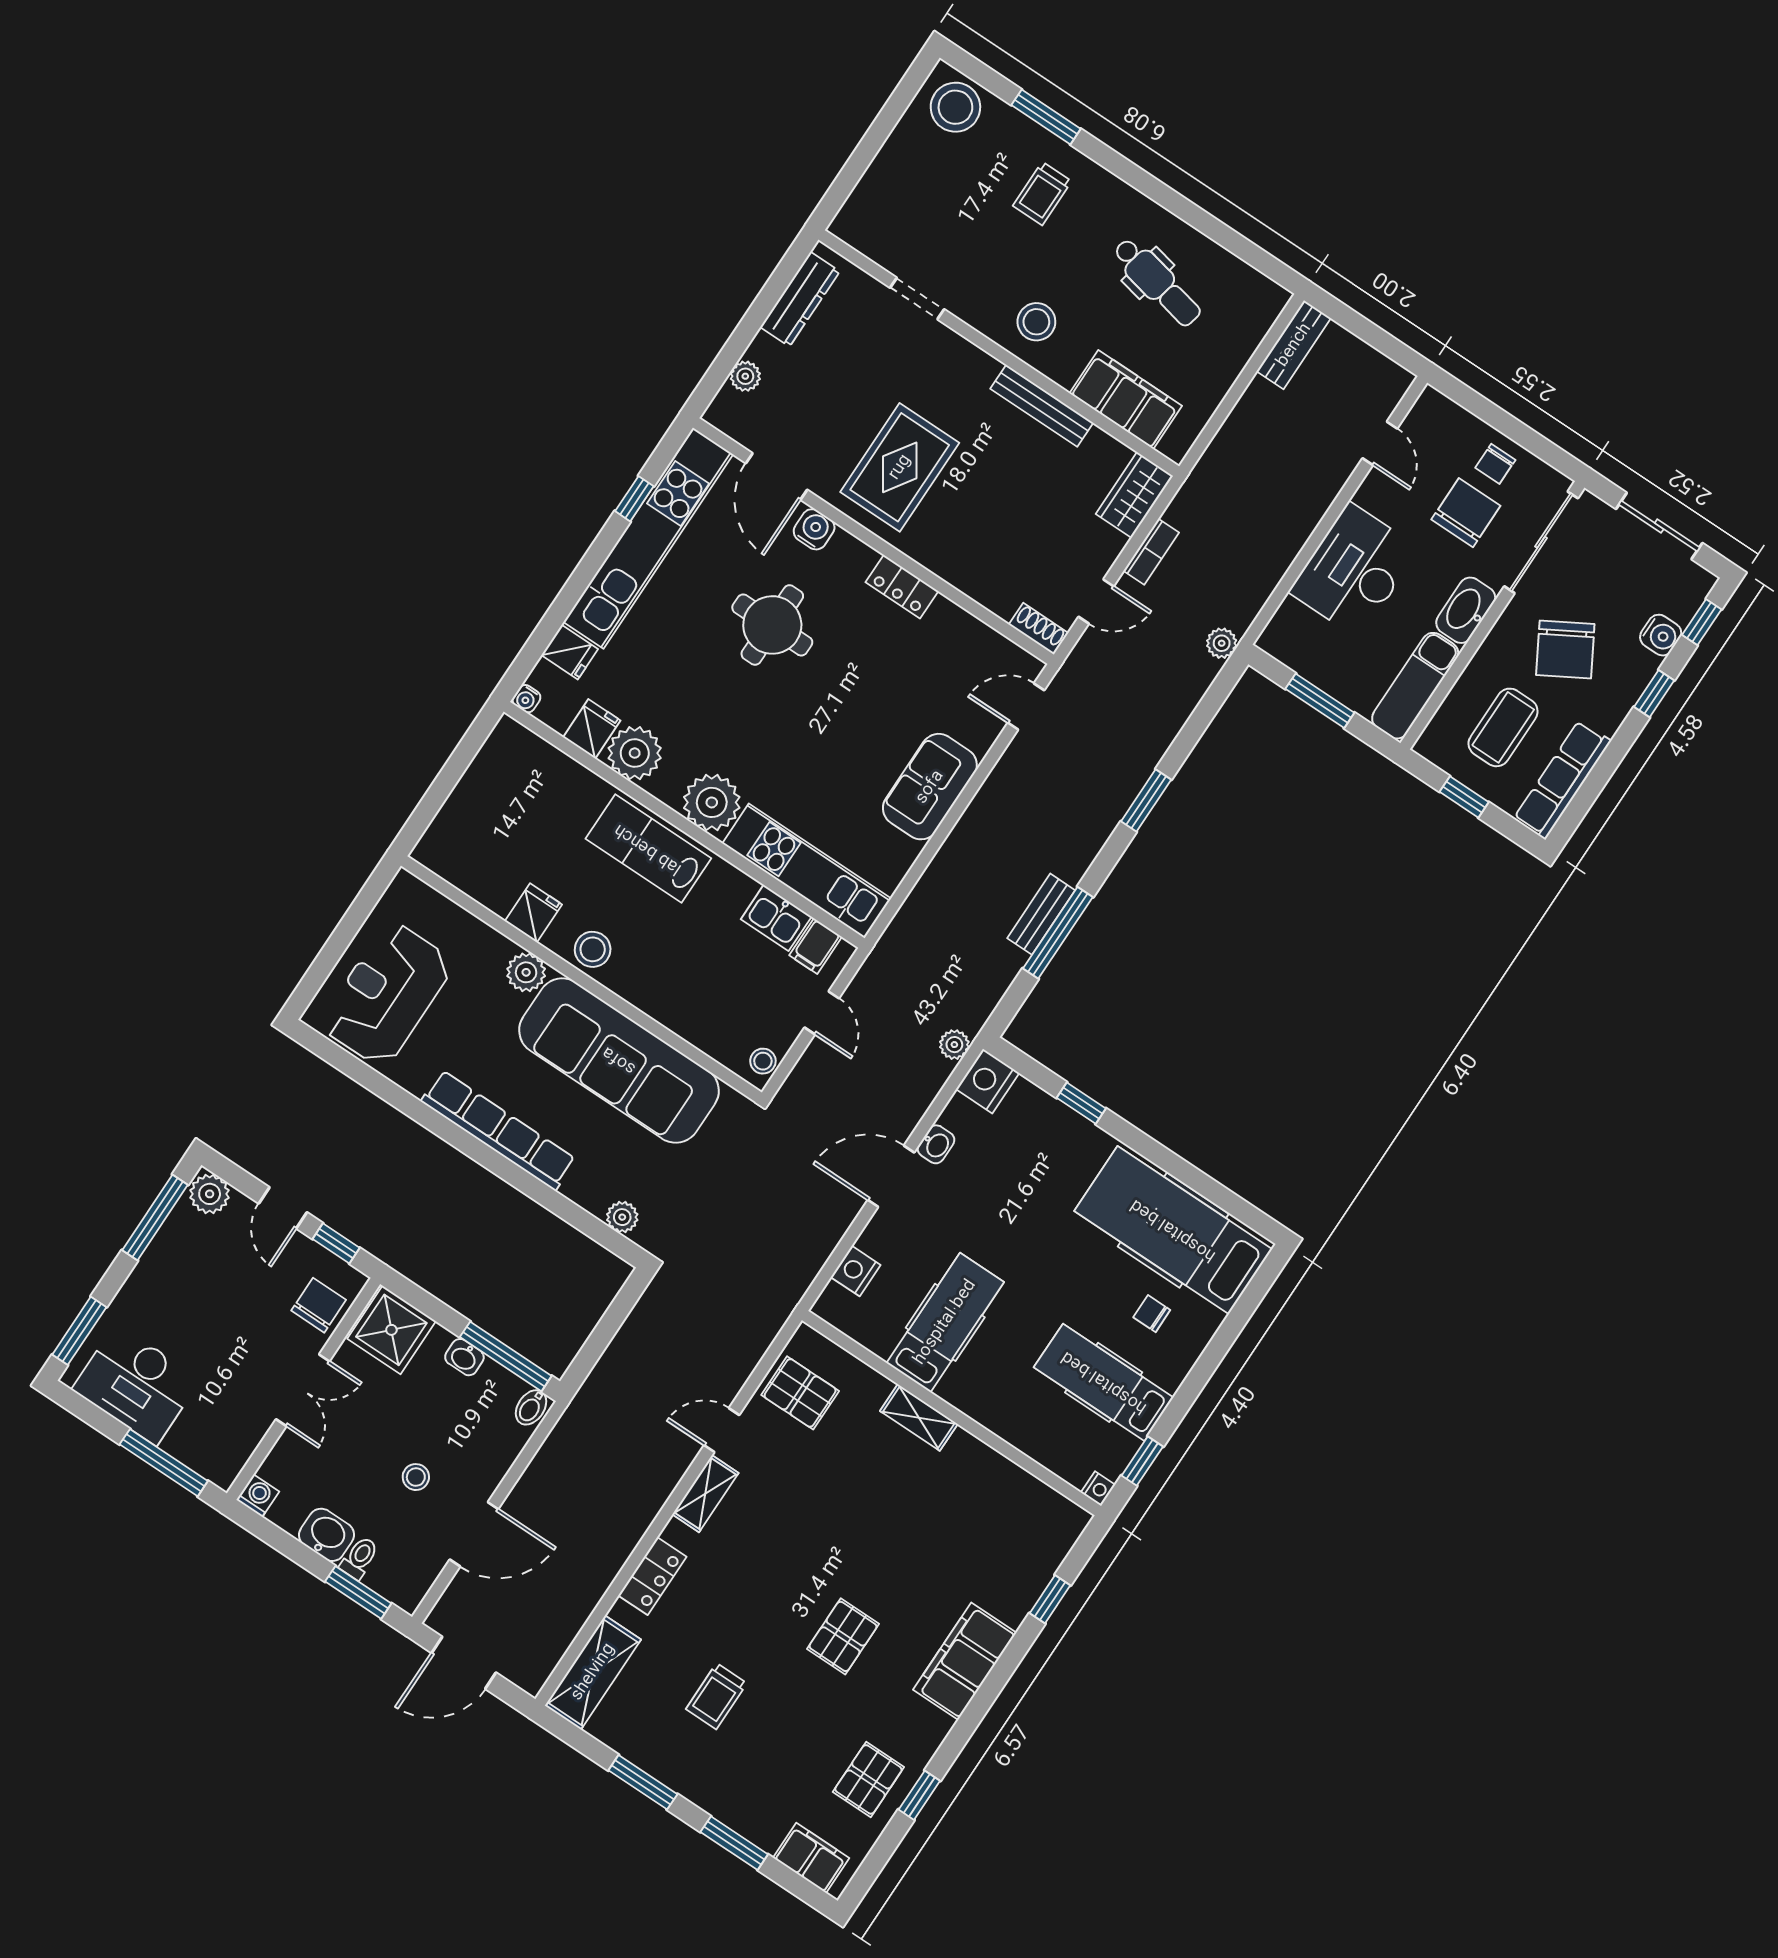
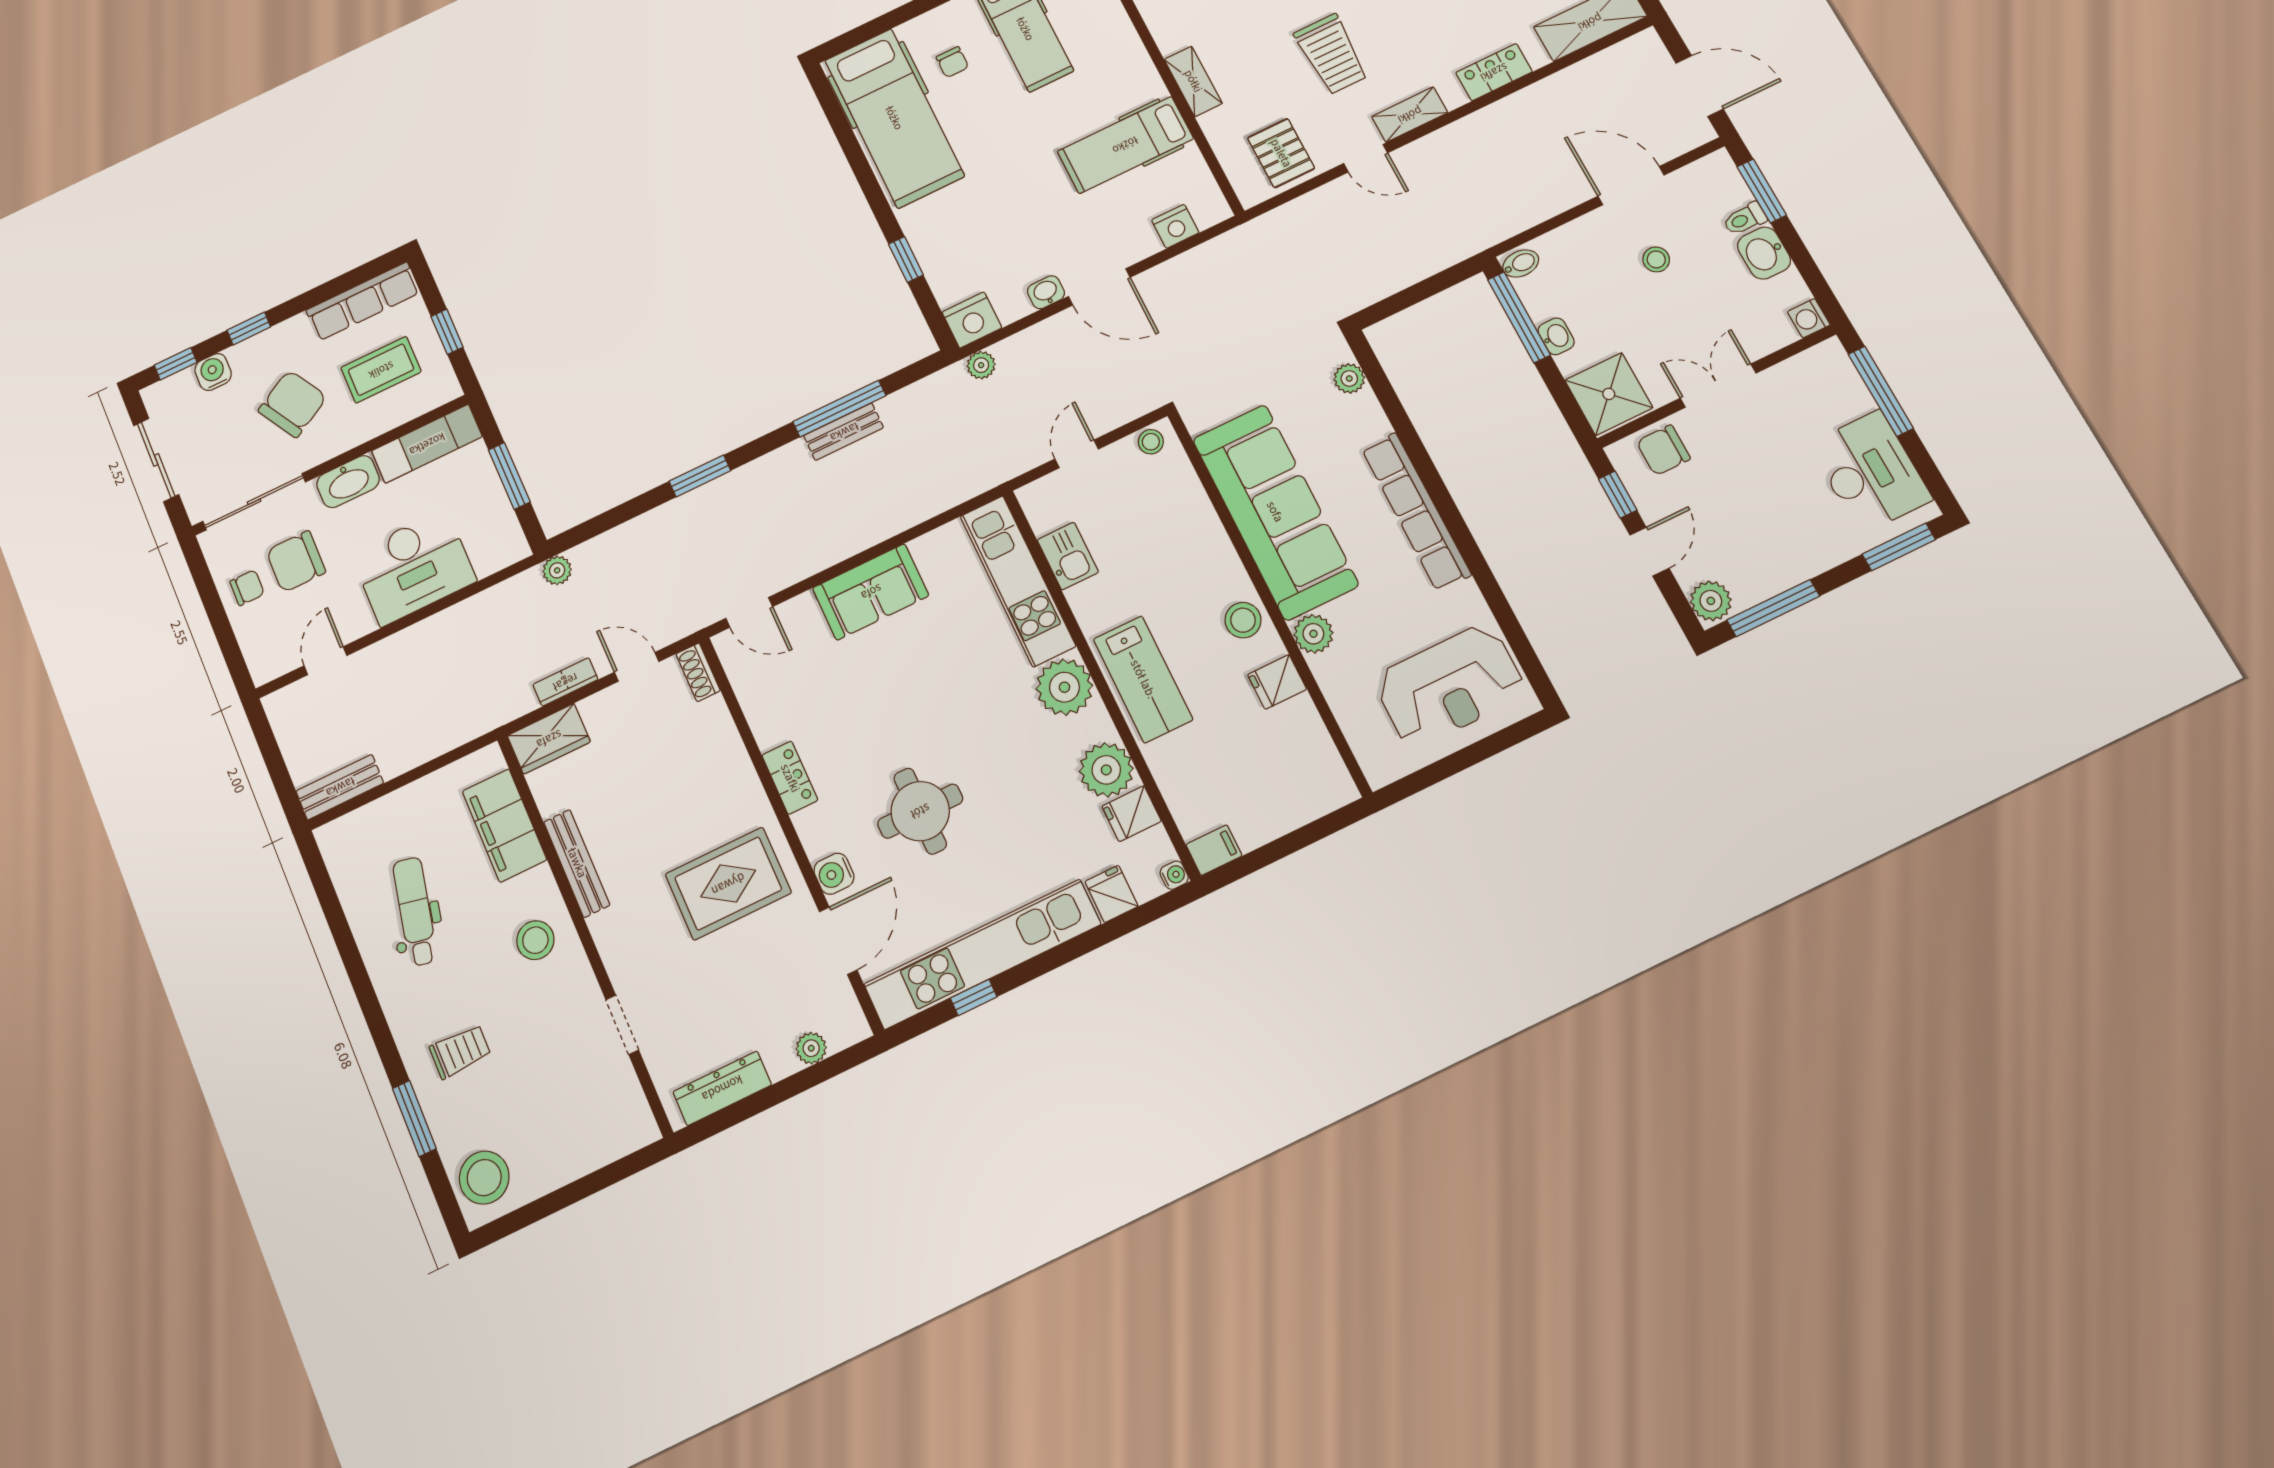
filing cabinet: (816, 946) -> (1214, 850), moved
trolley: (808, 1513) -> (1331, 54), added

